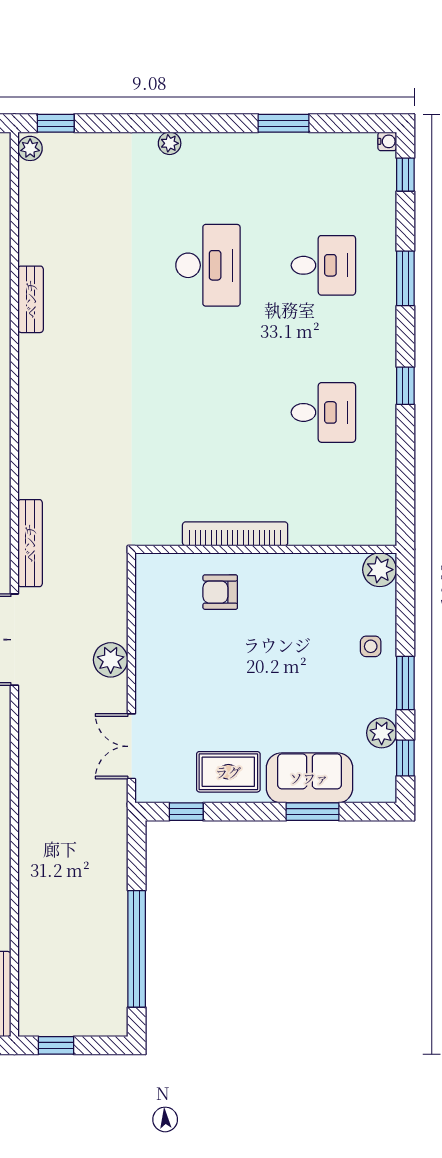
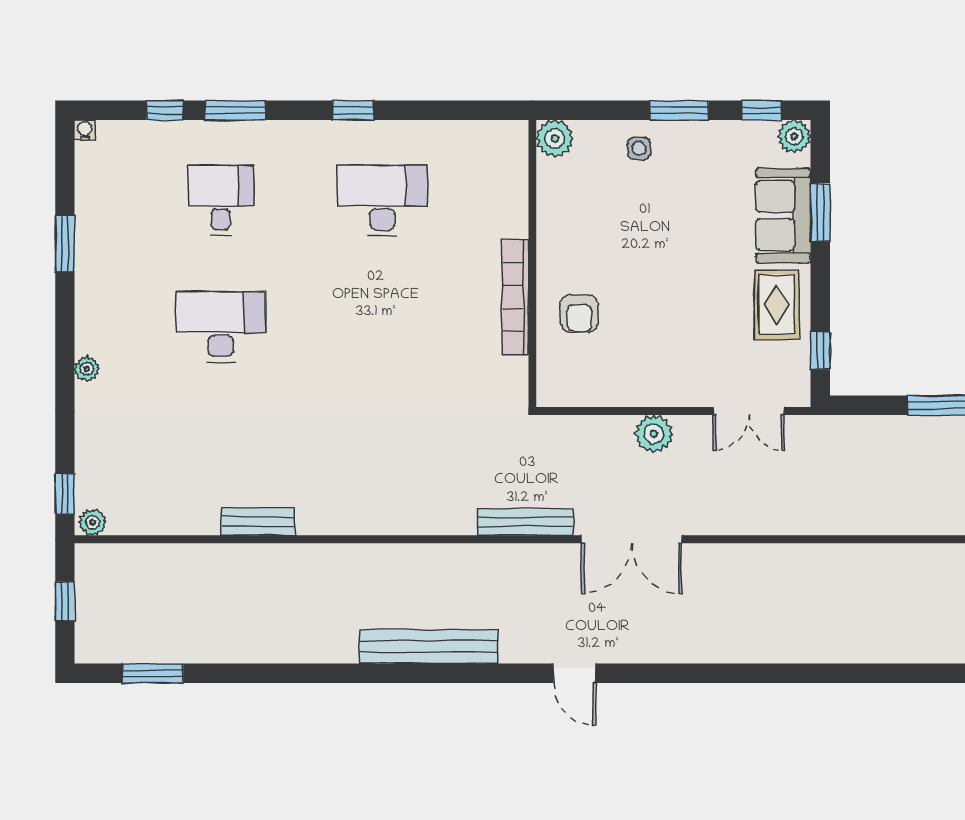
window: (405, 175) -> (165, 110), moved
desk: (323, 412) -> (382, 200), width x1.37
plant: (382, 733) -> (794, 136), moved

